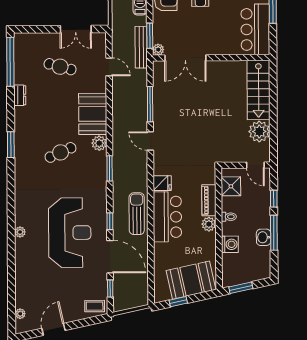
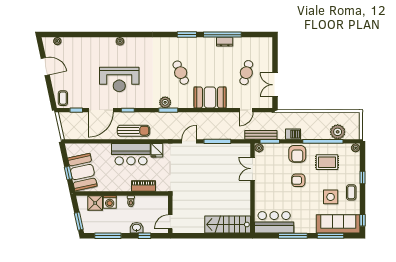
double door: (185, 58) -> (253, 169), width x0.73
window: (10, 62) -> (222, 35), moved
plant: (259, 132) -> (196, 225), removed
plant: (99, 143) -> (165, 102), moved
shower: (231, 186) -> (95, 203), moved
plant: (209, 224) -> (125, 186), removed
reception desk: (70, 233) -> (119, 79), width x0.74, depth x0.77
window: (274, 233) -> (108, 236), moved
washbasin: (264, 237) -> (137, 228), moved
window: (241, 288) -> (79, 221), moved
window: (178, 302) -> (68, 173), moved

